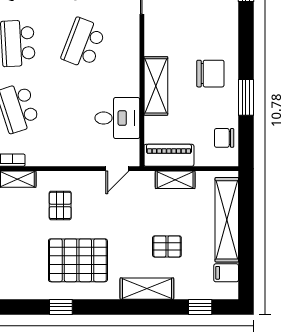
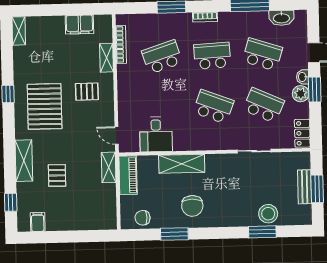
chair: (224, 138) -> (143, 218), turned -90
shelving: (175, 180) -> (109, 167), moved
shelving: (227, 220) -> (79, 221), removed

